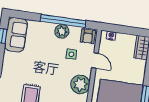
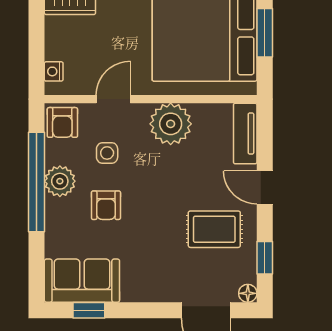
armchair: (88, 36) -> (62, 122), turned 90
armchair: (48, 50) -> (106, 205), added

